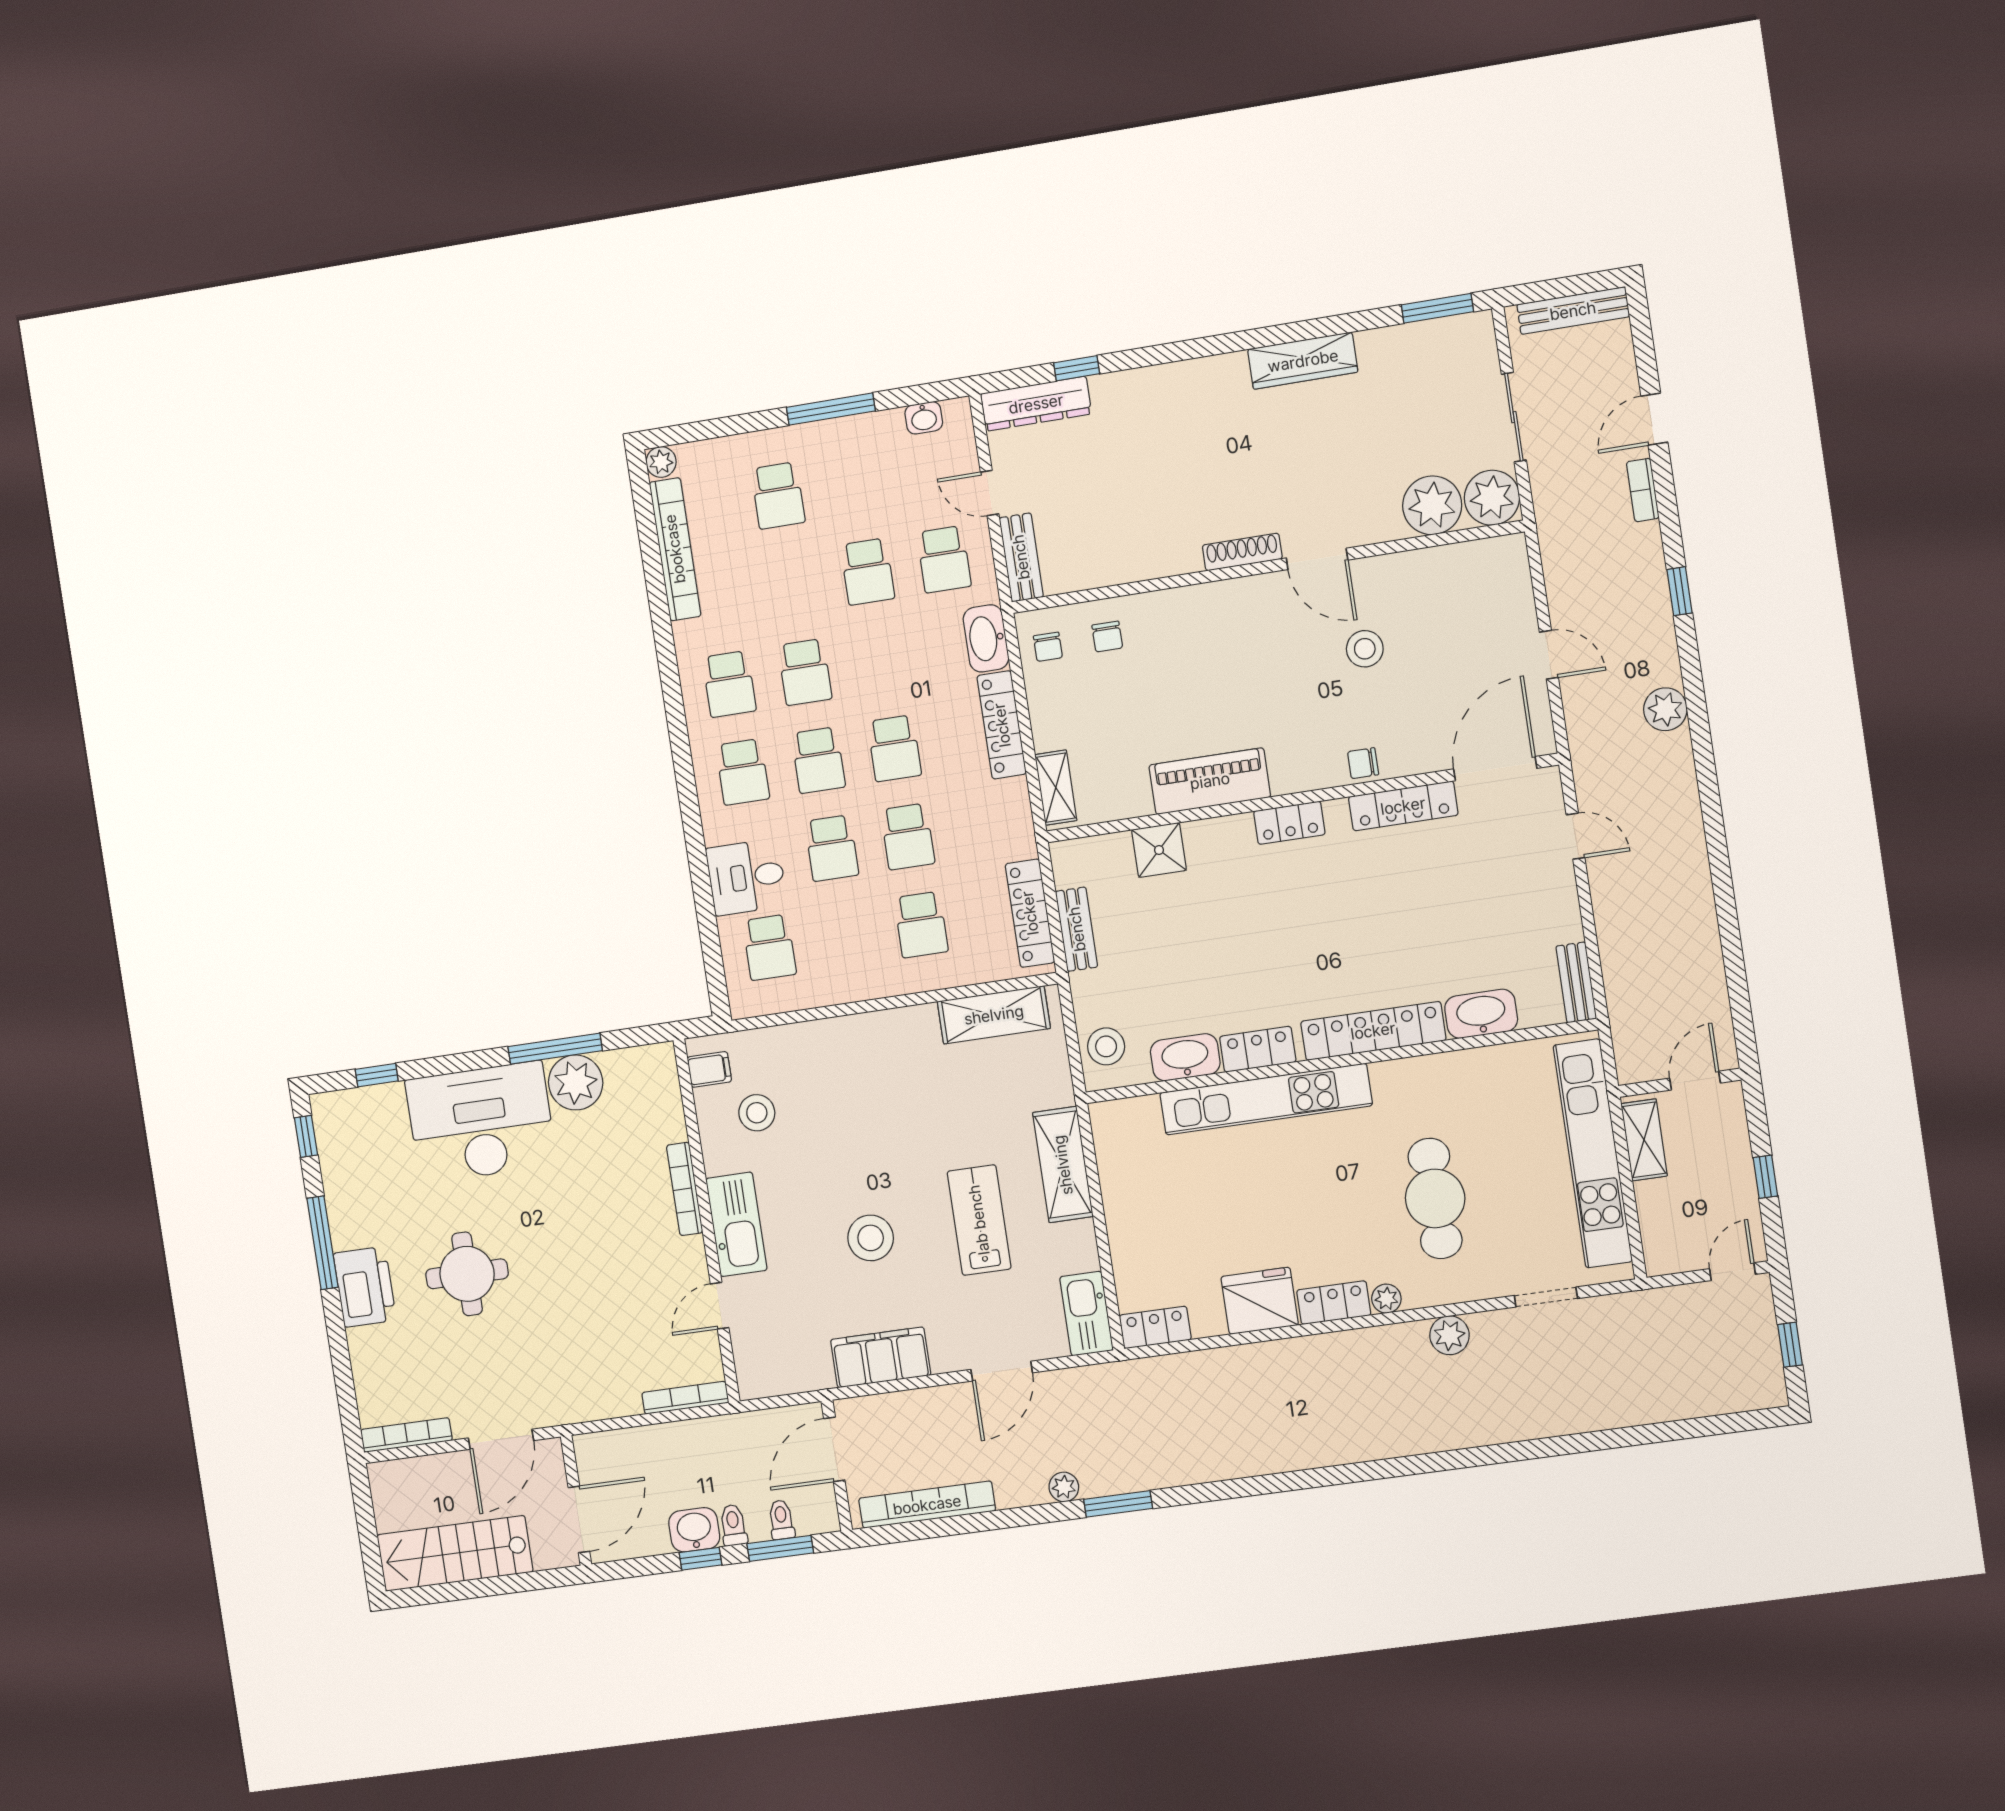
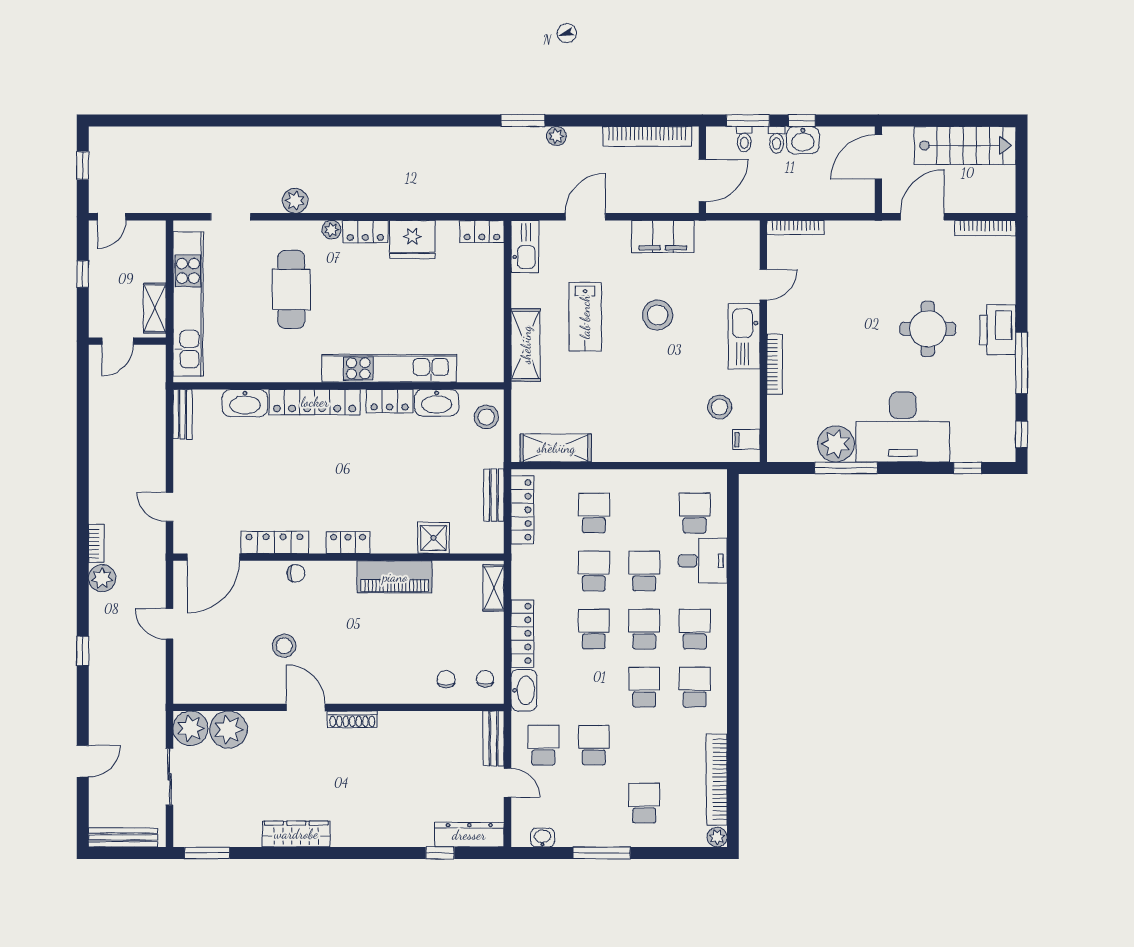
bookcase: (1643, 490) -> (96, 543), moved

